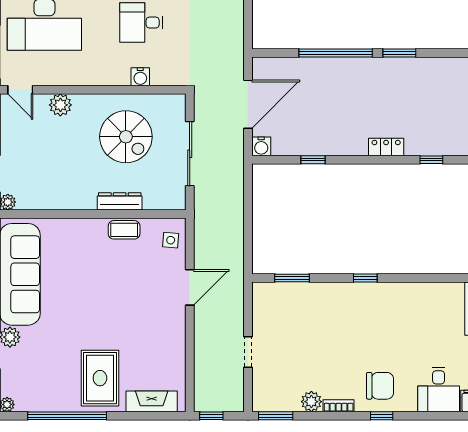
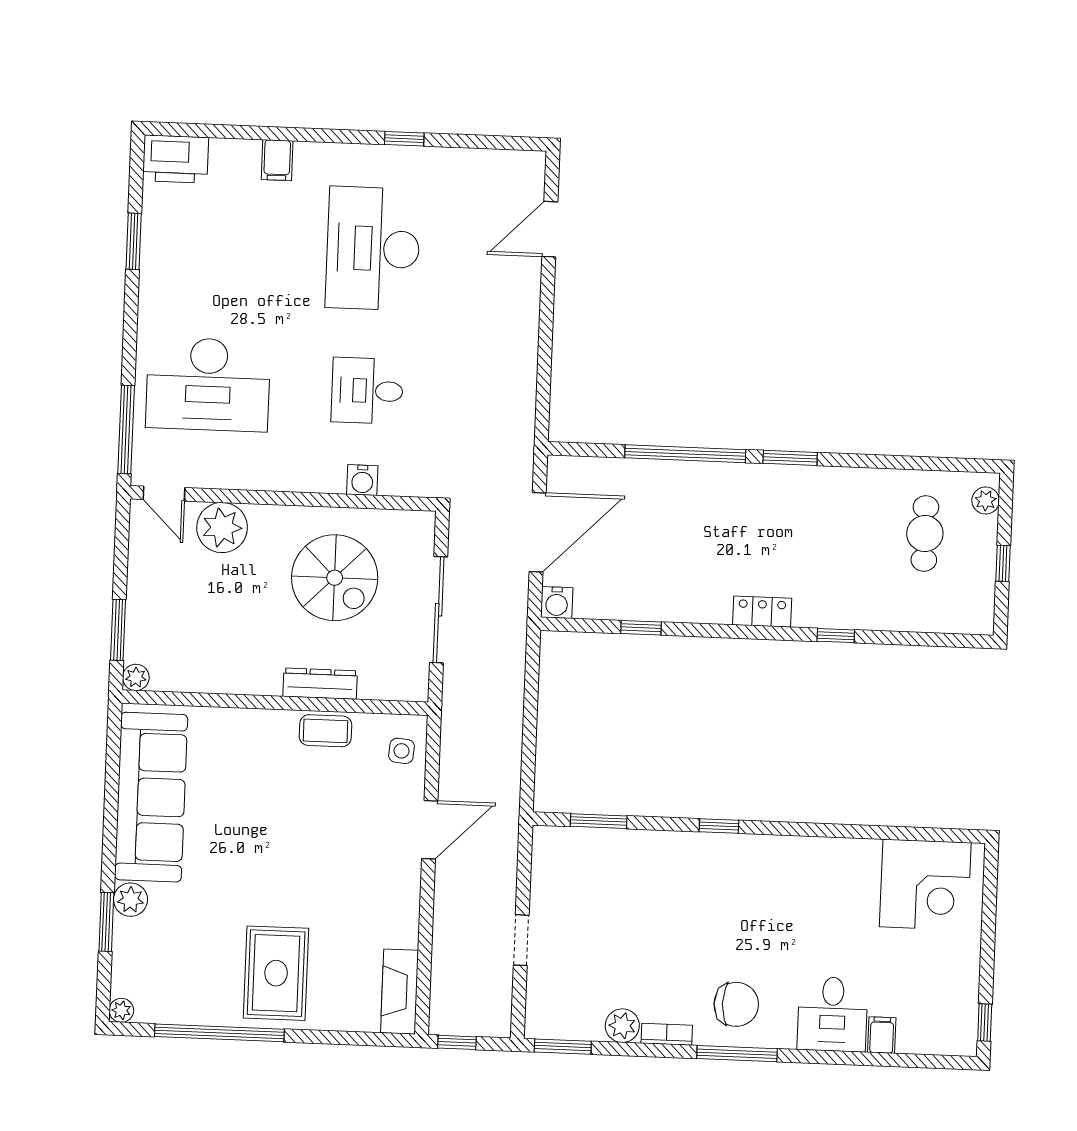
plant: (60, 105) -> (222, 528), width x1.36, depth x1.36
fireplace: (152, 401) -> (400, 992), moved, turned -90
window: (382, 416) -> (737, 1054), width x2.17

